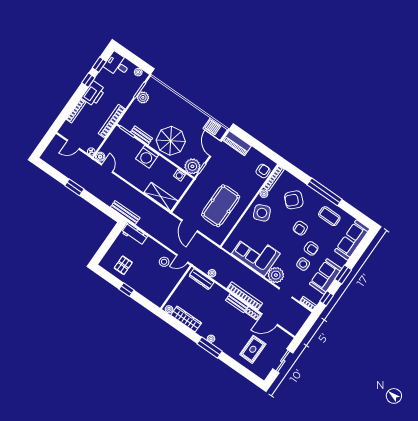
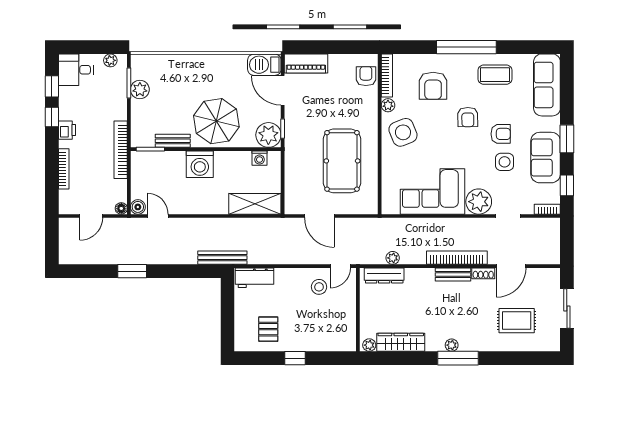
printer: (93, 94) -> (67, 130), width x0.53, depth x0.68
armchair: (294, 200) -> (433, 86), turned -44
rug: (253, 349) -> (517, 321), turned 90

